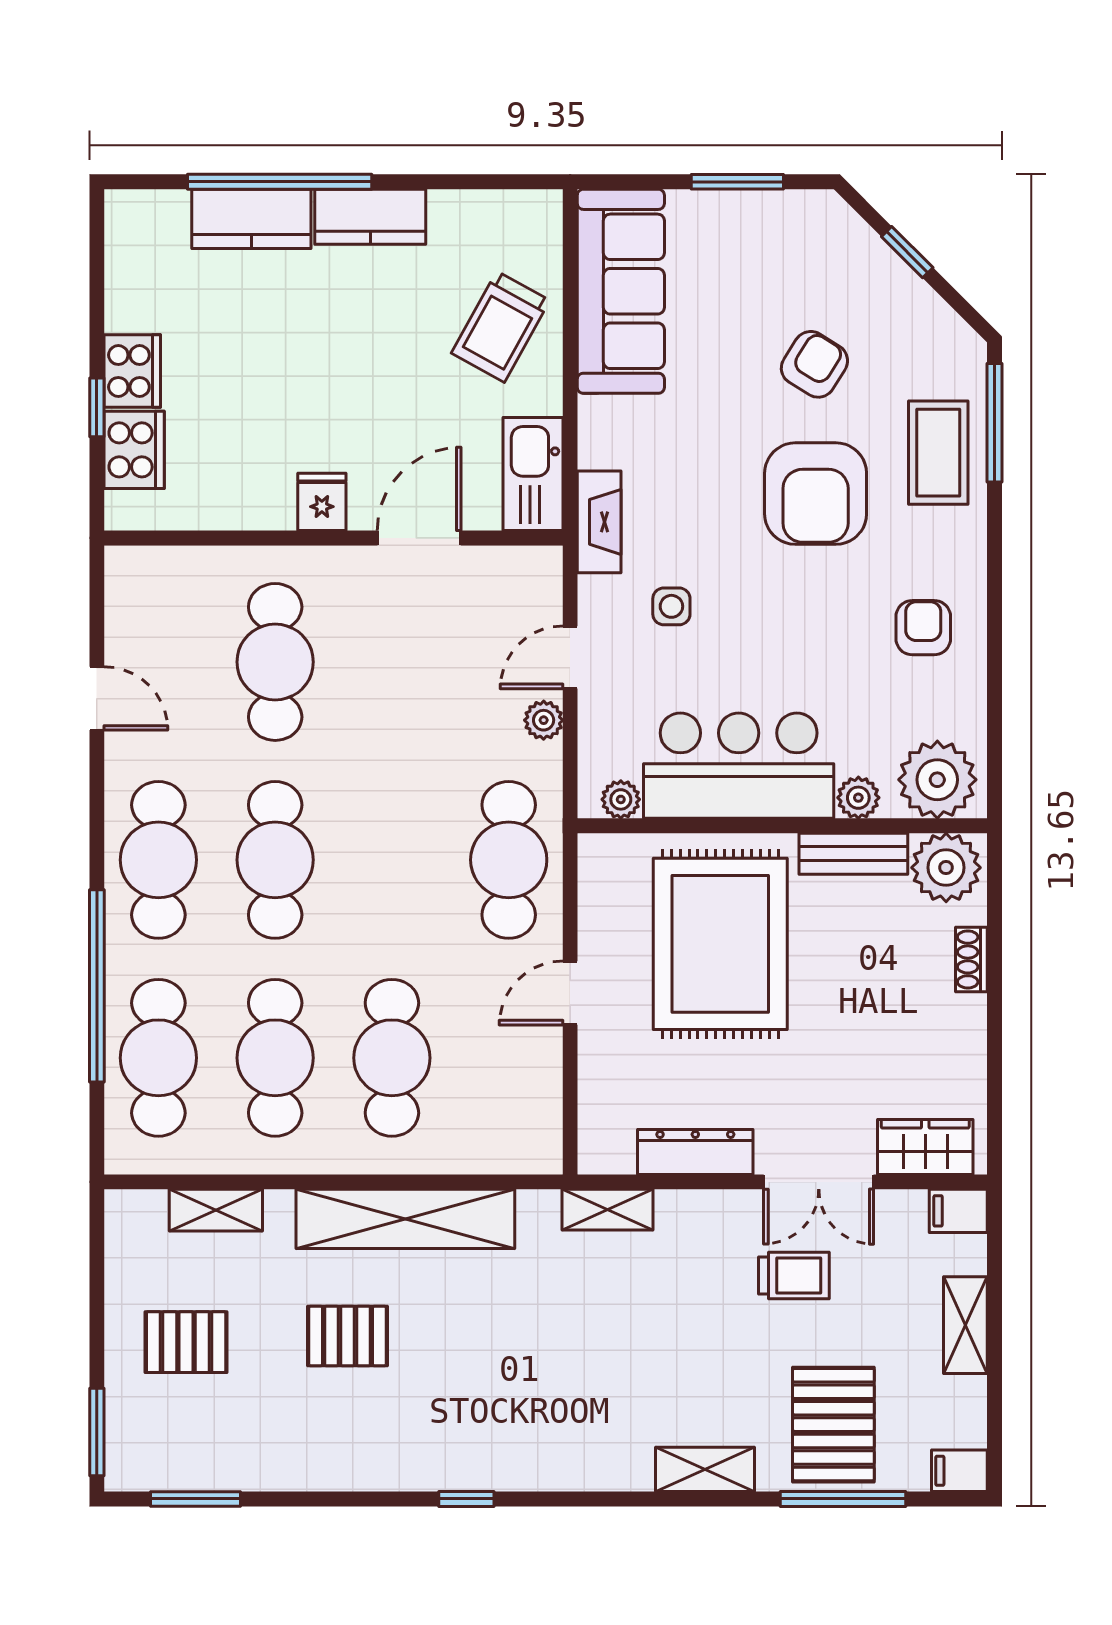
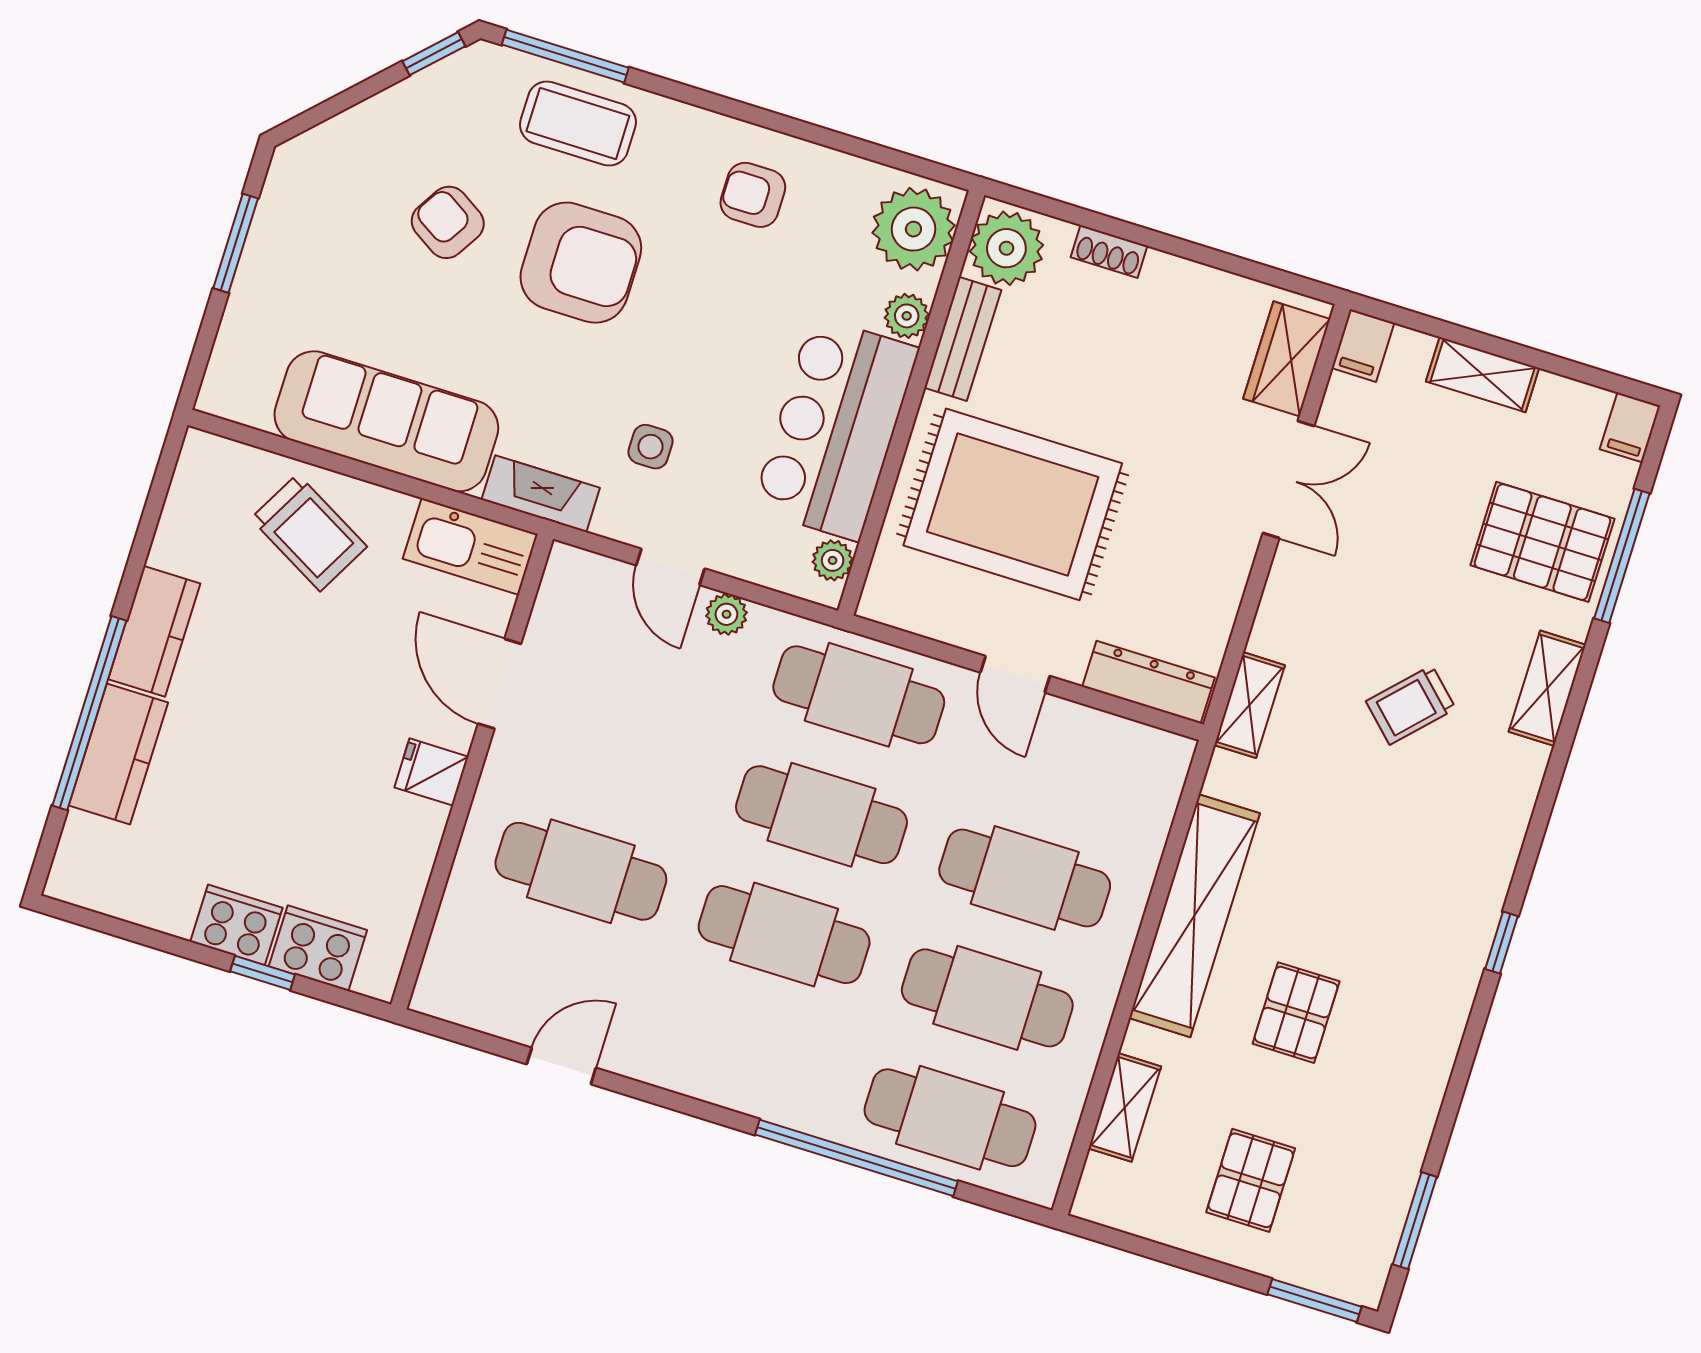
window: (907, 252) -> (434, 54), moved
sofa: (621, 291) -> (386, 421), moved
cafe table: (158, 860) -> (821, 815), moved
dresser: (695, 1152) -> (1149, 682), moved, turned 90
trolley: (794, 1275) -> (1411, 705), moved, turned -136

